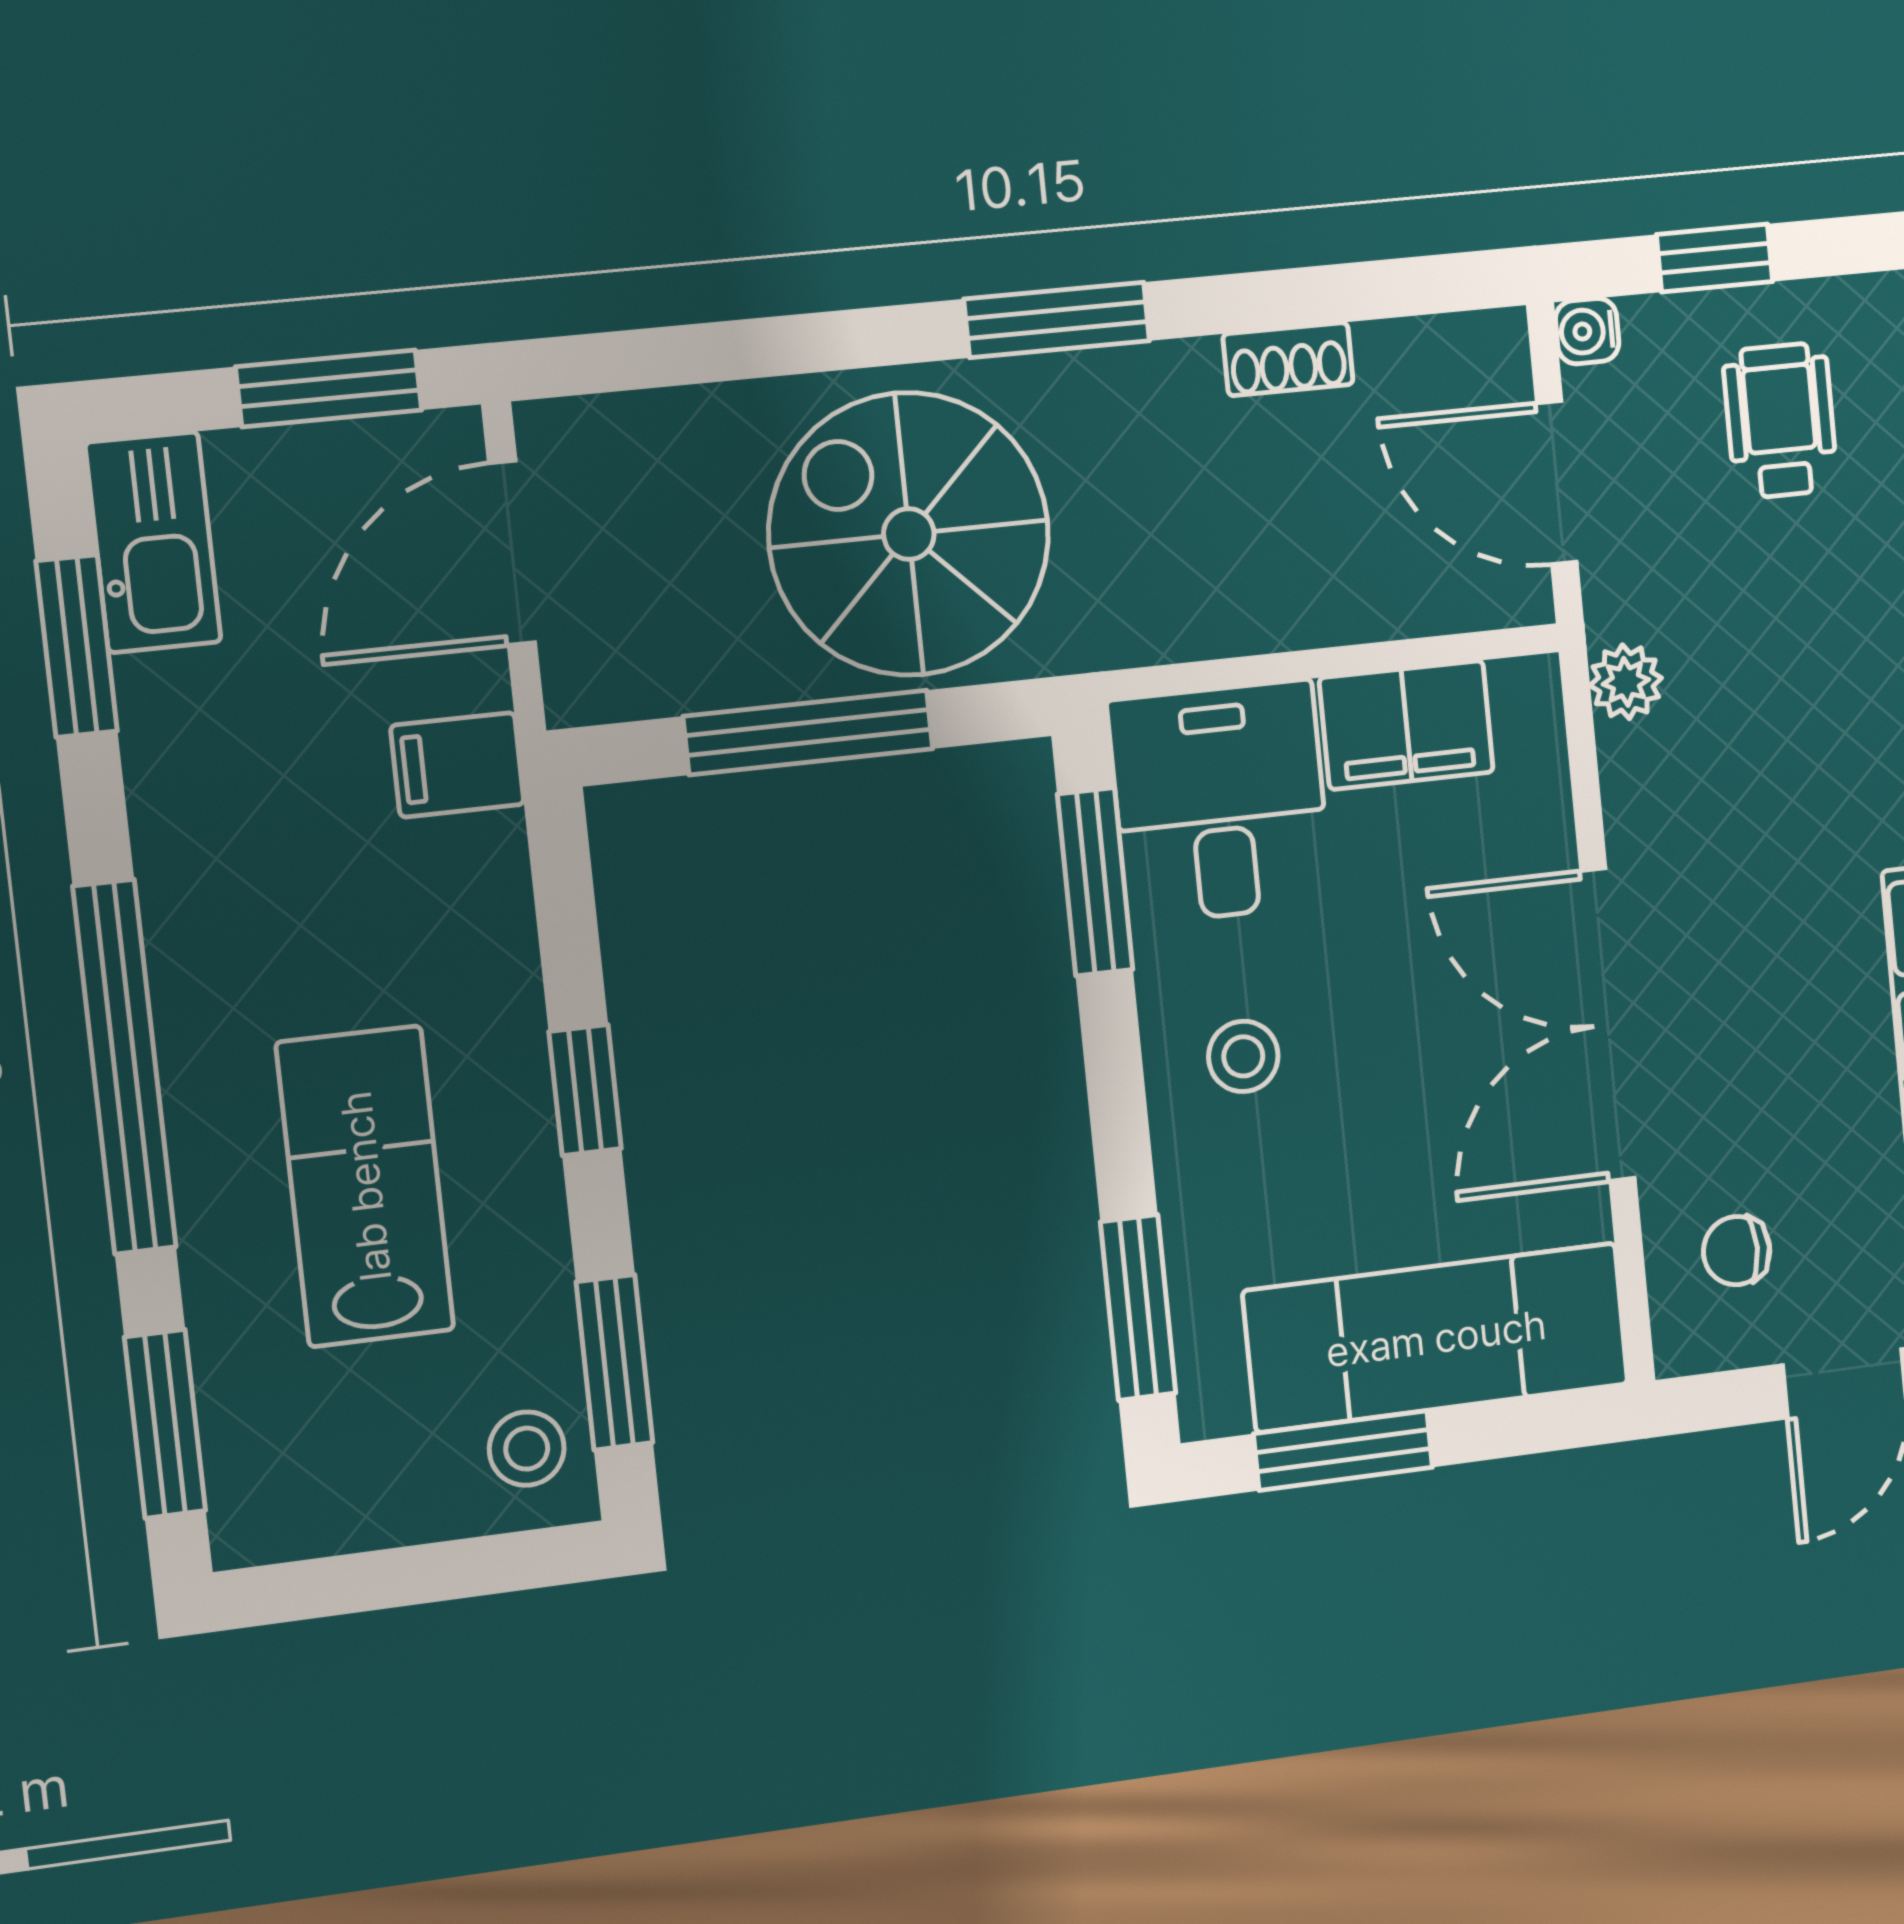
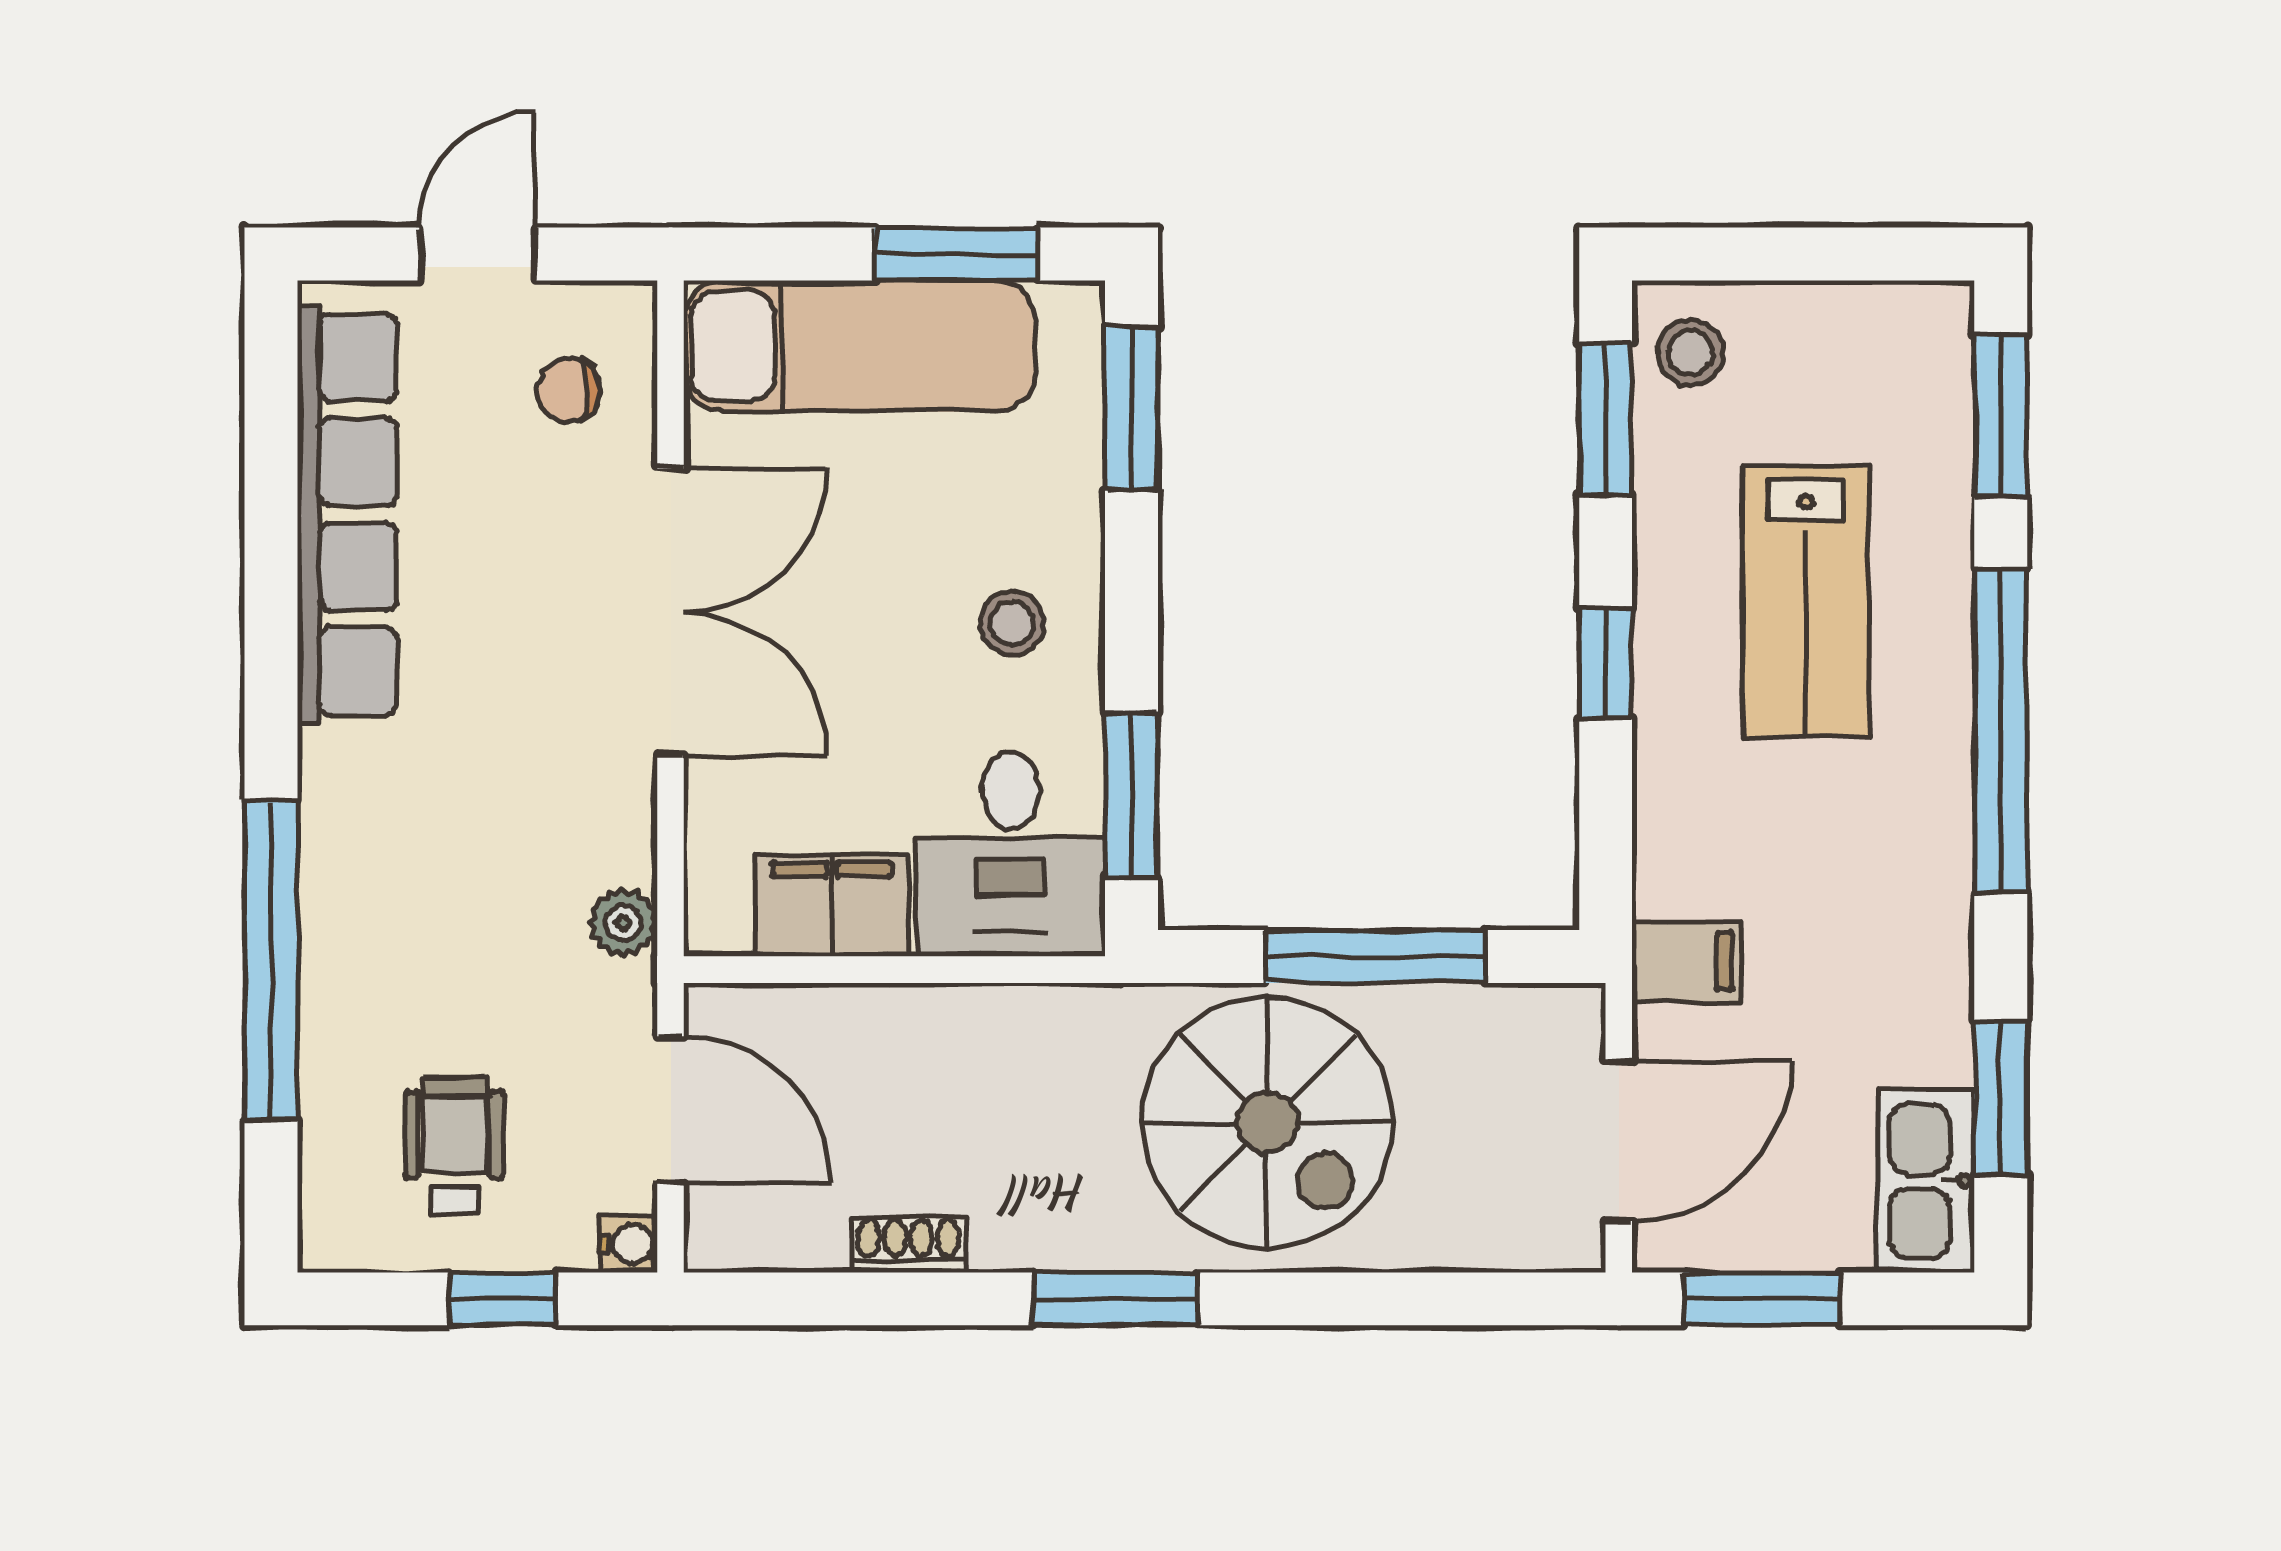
wheelchair: (1780, 421) -> (454, 1146), turned 180
chair: (1737, 1251) -> (569, 390), turned 180

